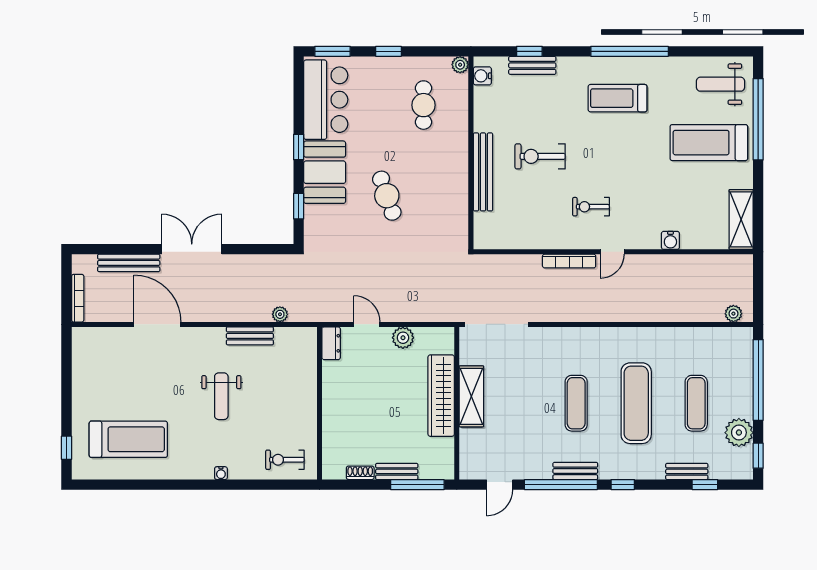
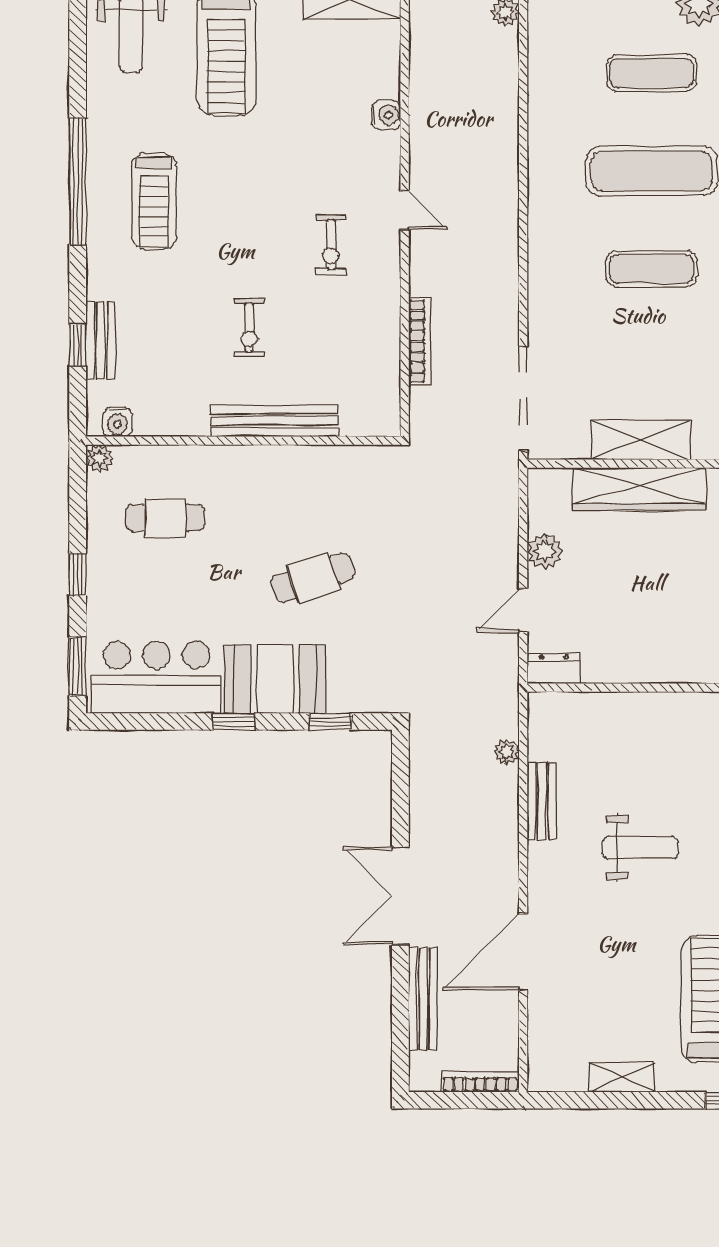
exercise bike: (540, 156) -> (249, 328), width x0.73, depth x0.72
bookcase: (569, 261) -> (420, 341), moved
shelving: (81, 385) -> (622, 1077), added

